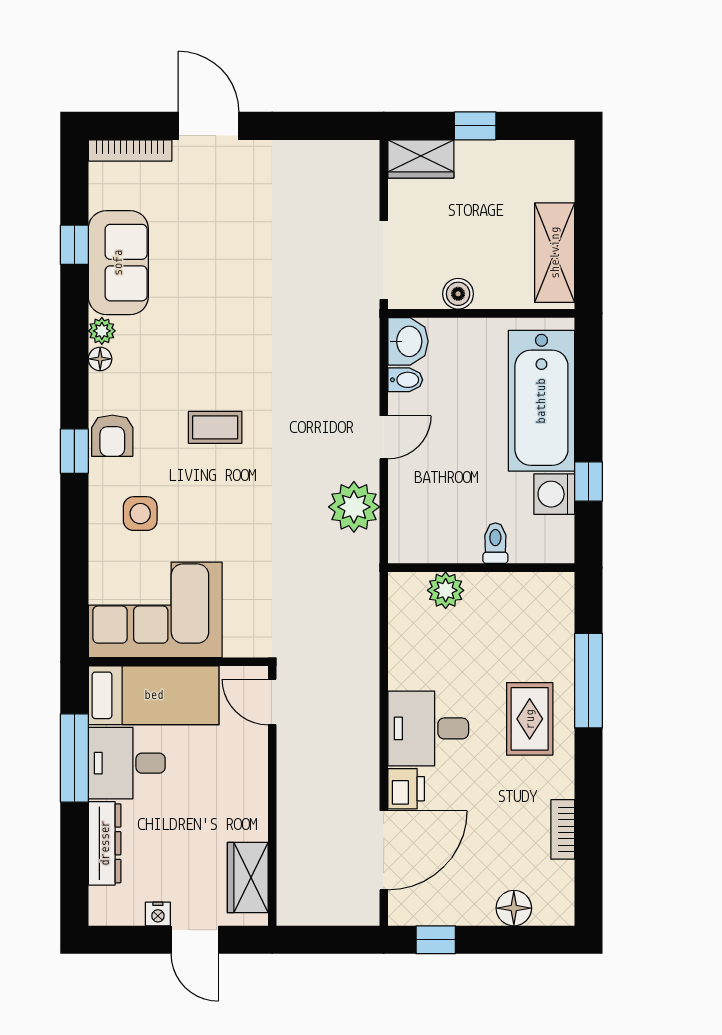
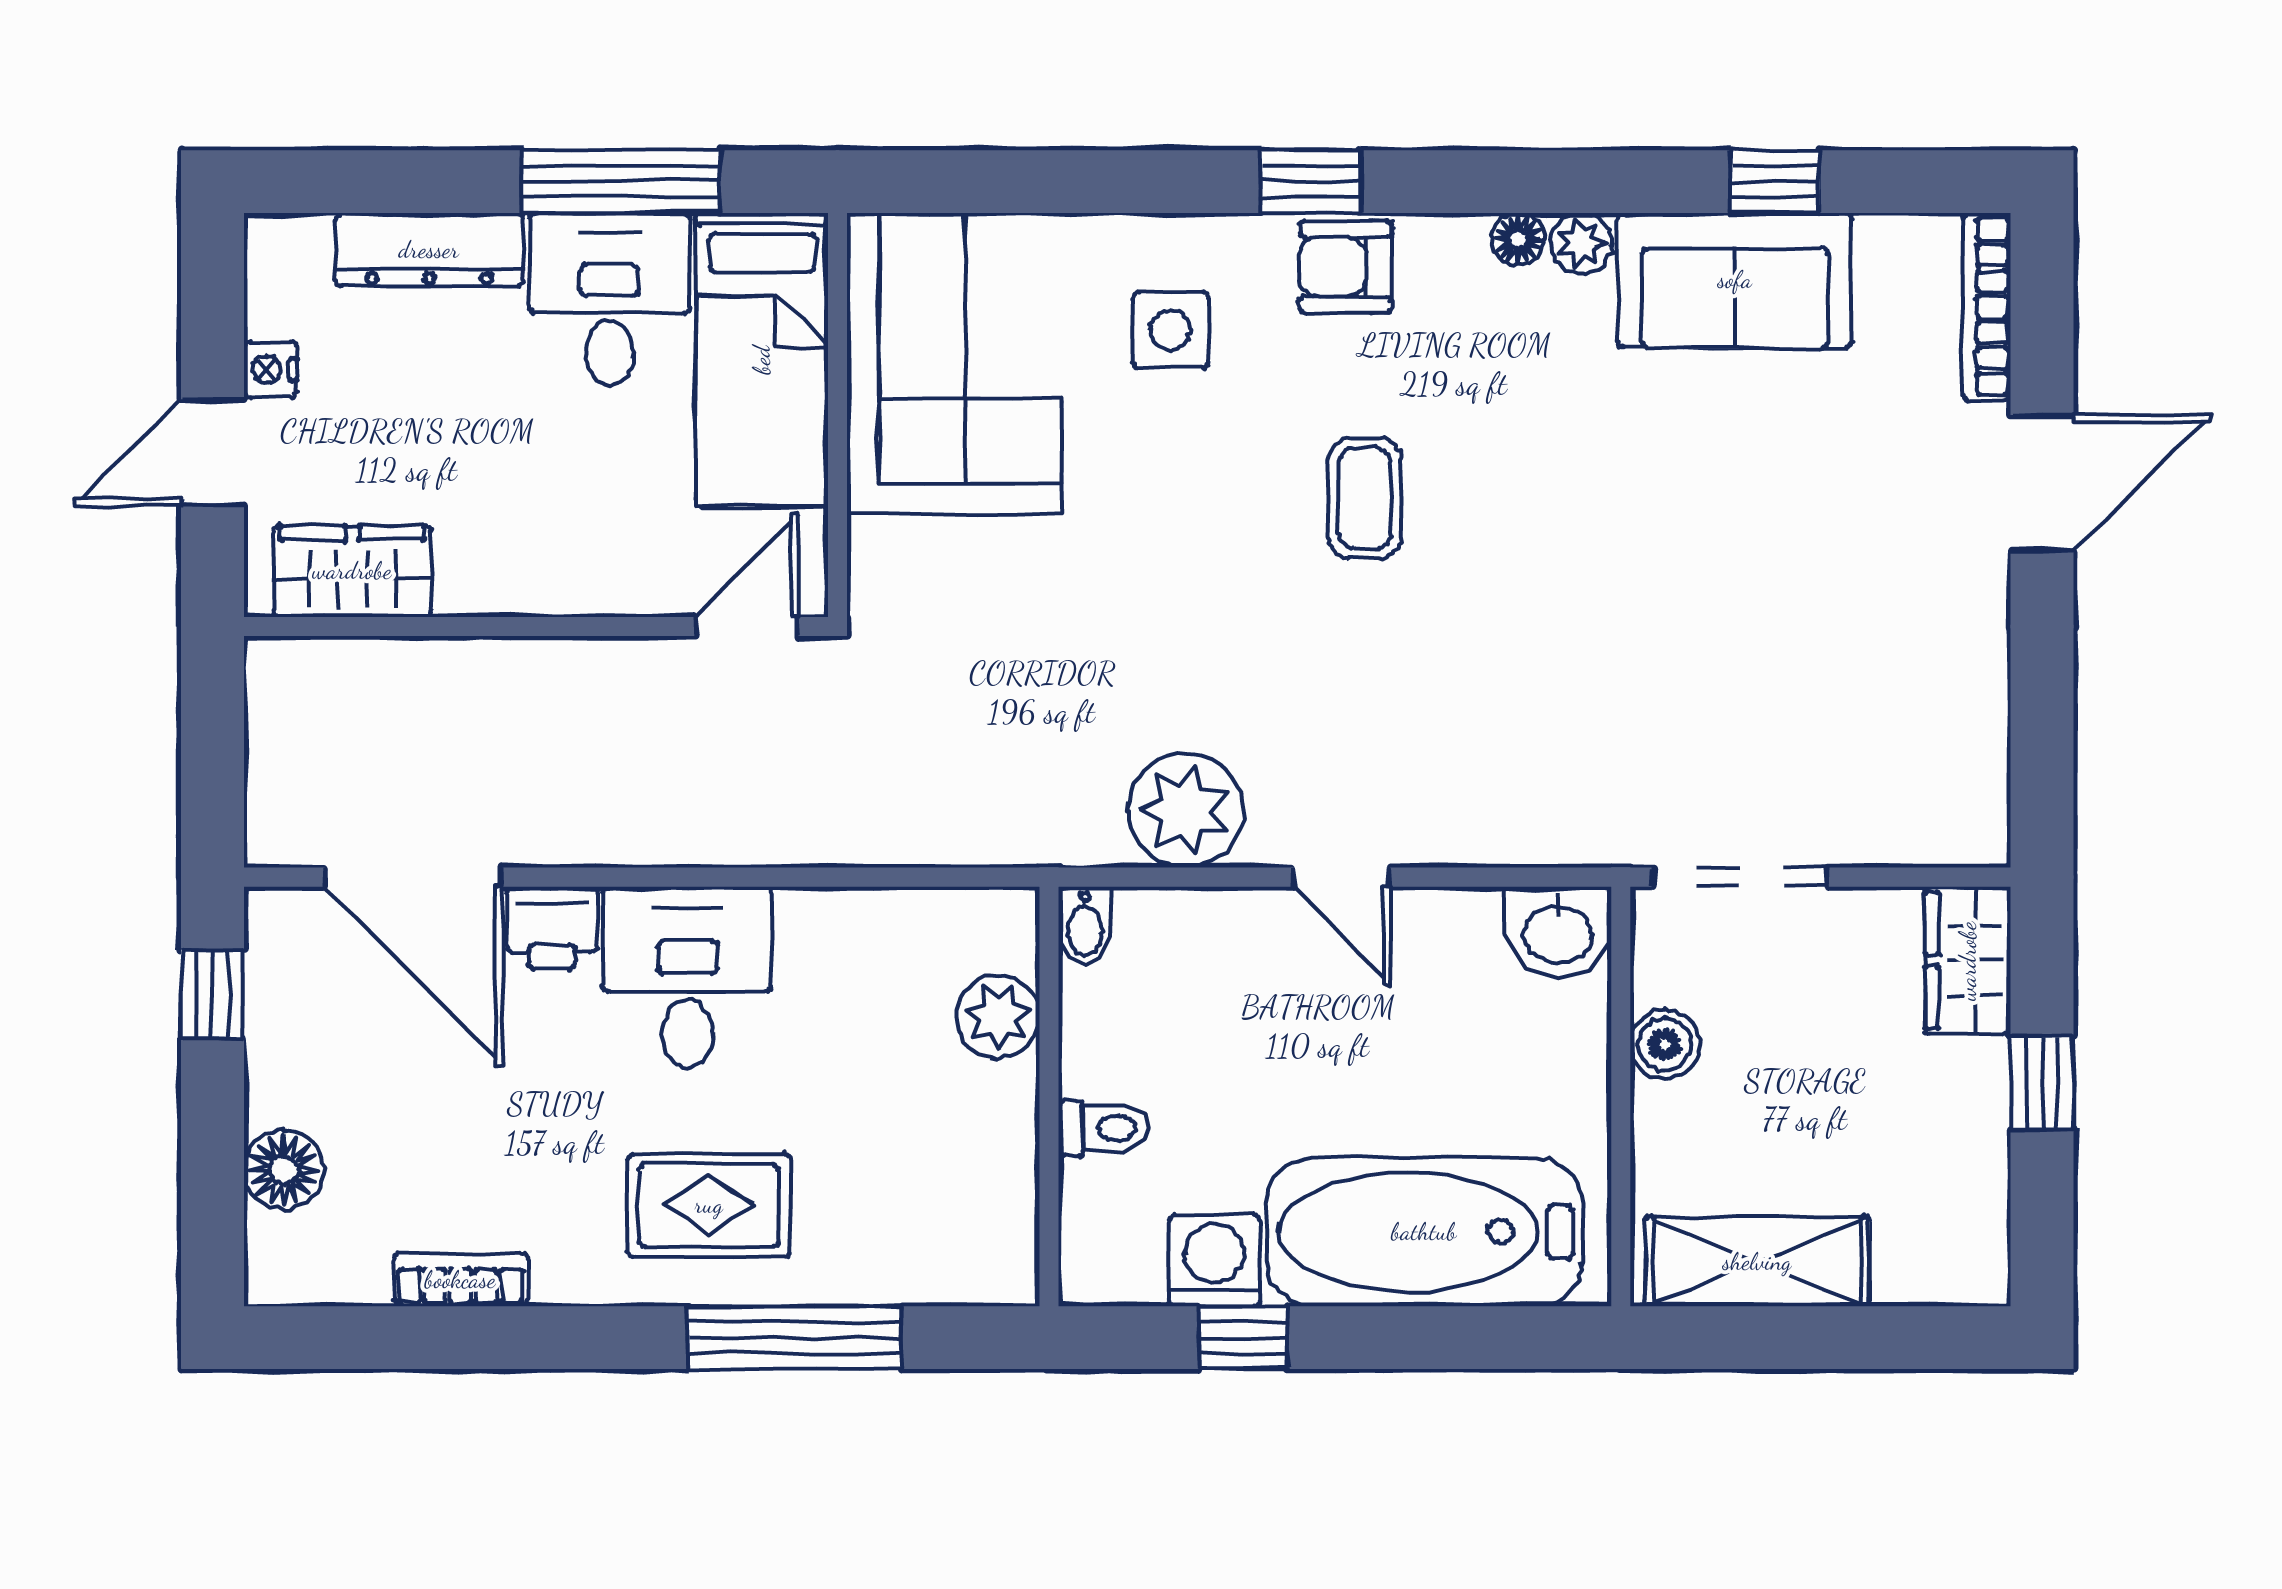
bidet: (405, 380) -> (1085, 926), moved

